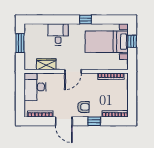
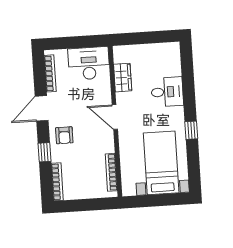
window: (132, 41) -> (164, 200), removed
window: (20, 43) -> (151, 37), removed

